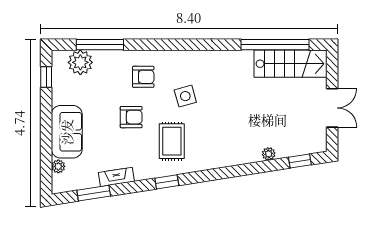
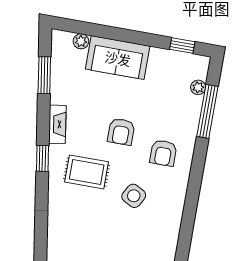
plant: (80, 62) -> (198, 87), width x0.53, depth x0.53
side table: (185, 96) -> (134, 196), turned 45
fireplace: (116, 177) -> (57, 124), moved

